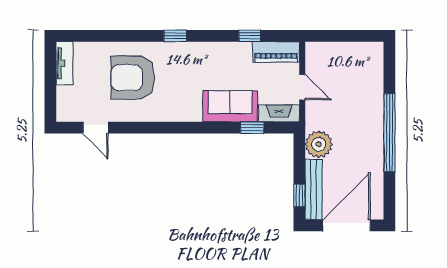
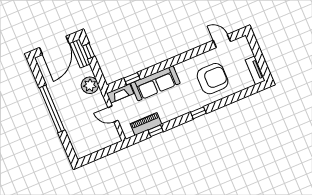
piano: (276, 52) -> (146, 124), moved
sofa: (230, 106) -> (155, 83), width x1.36
bench: (314, 189) -> (80, 53), width x0.73

